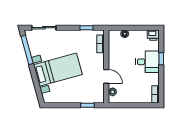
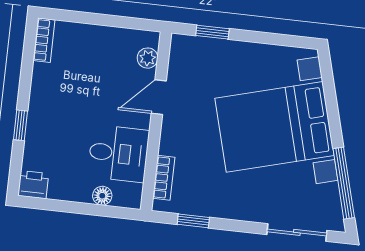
desk: (147, 62) -> (118, 154), moved, turned 180
bed with nightstands: (58, 70) -> (274, 127), width x1.36
door: (106, 76) -> (159, 97), hinge flipped

